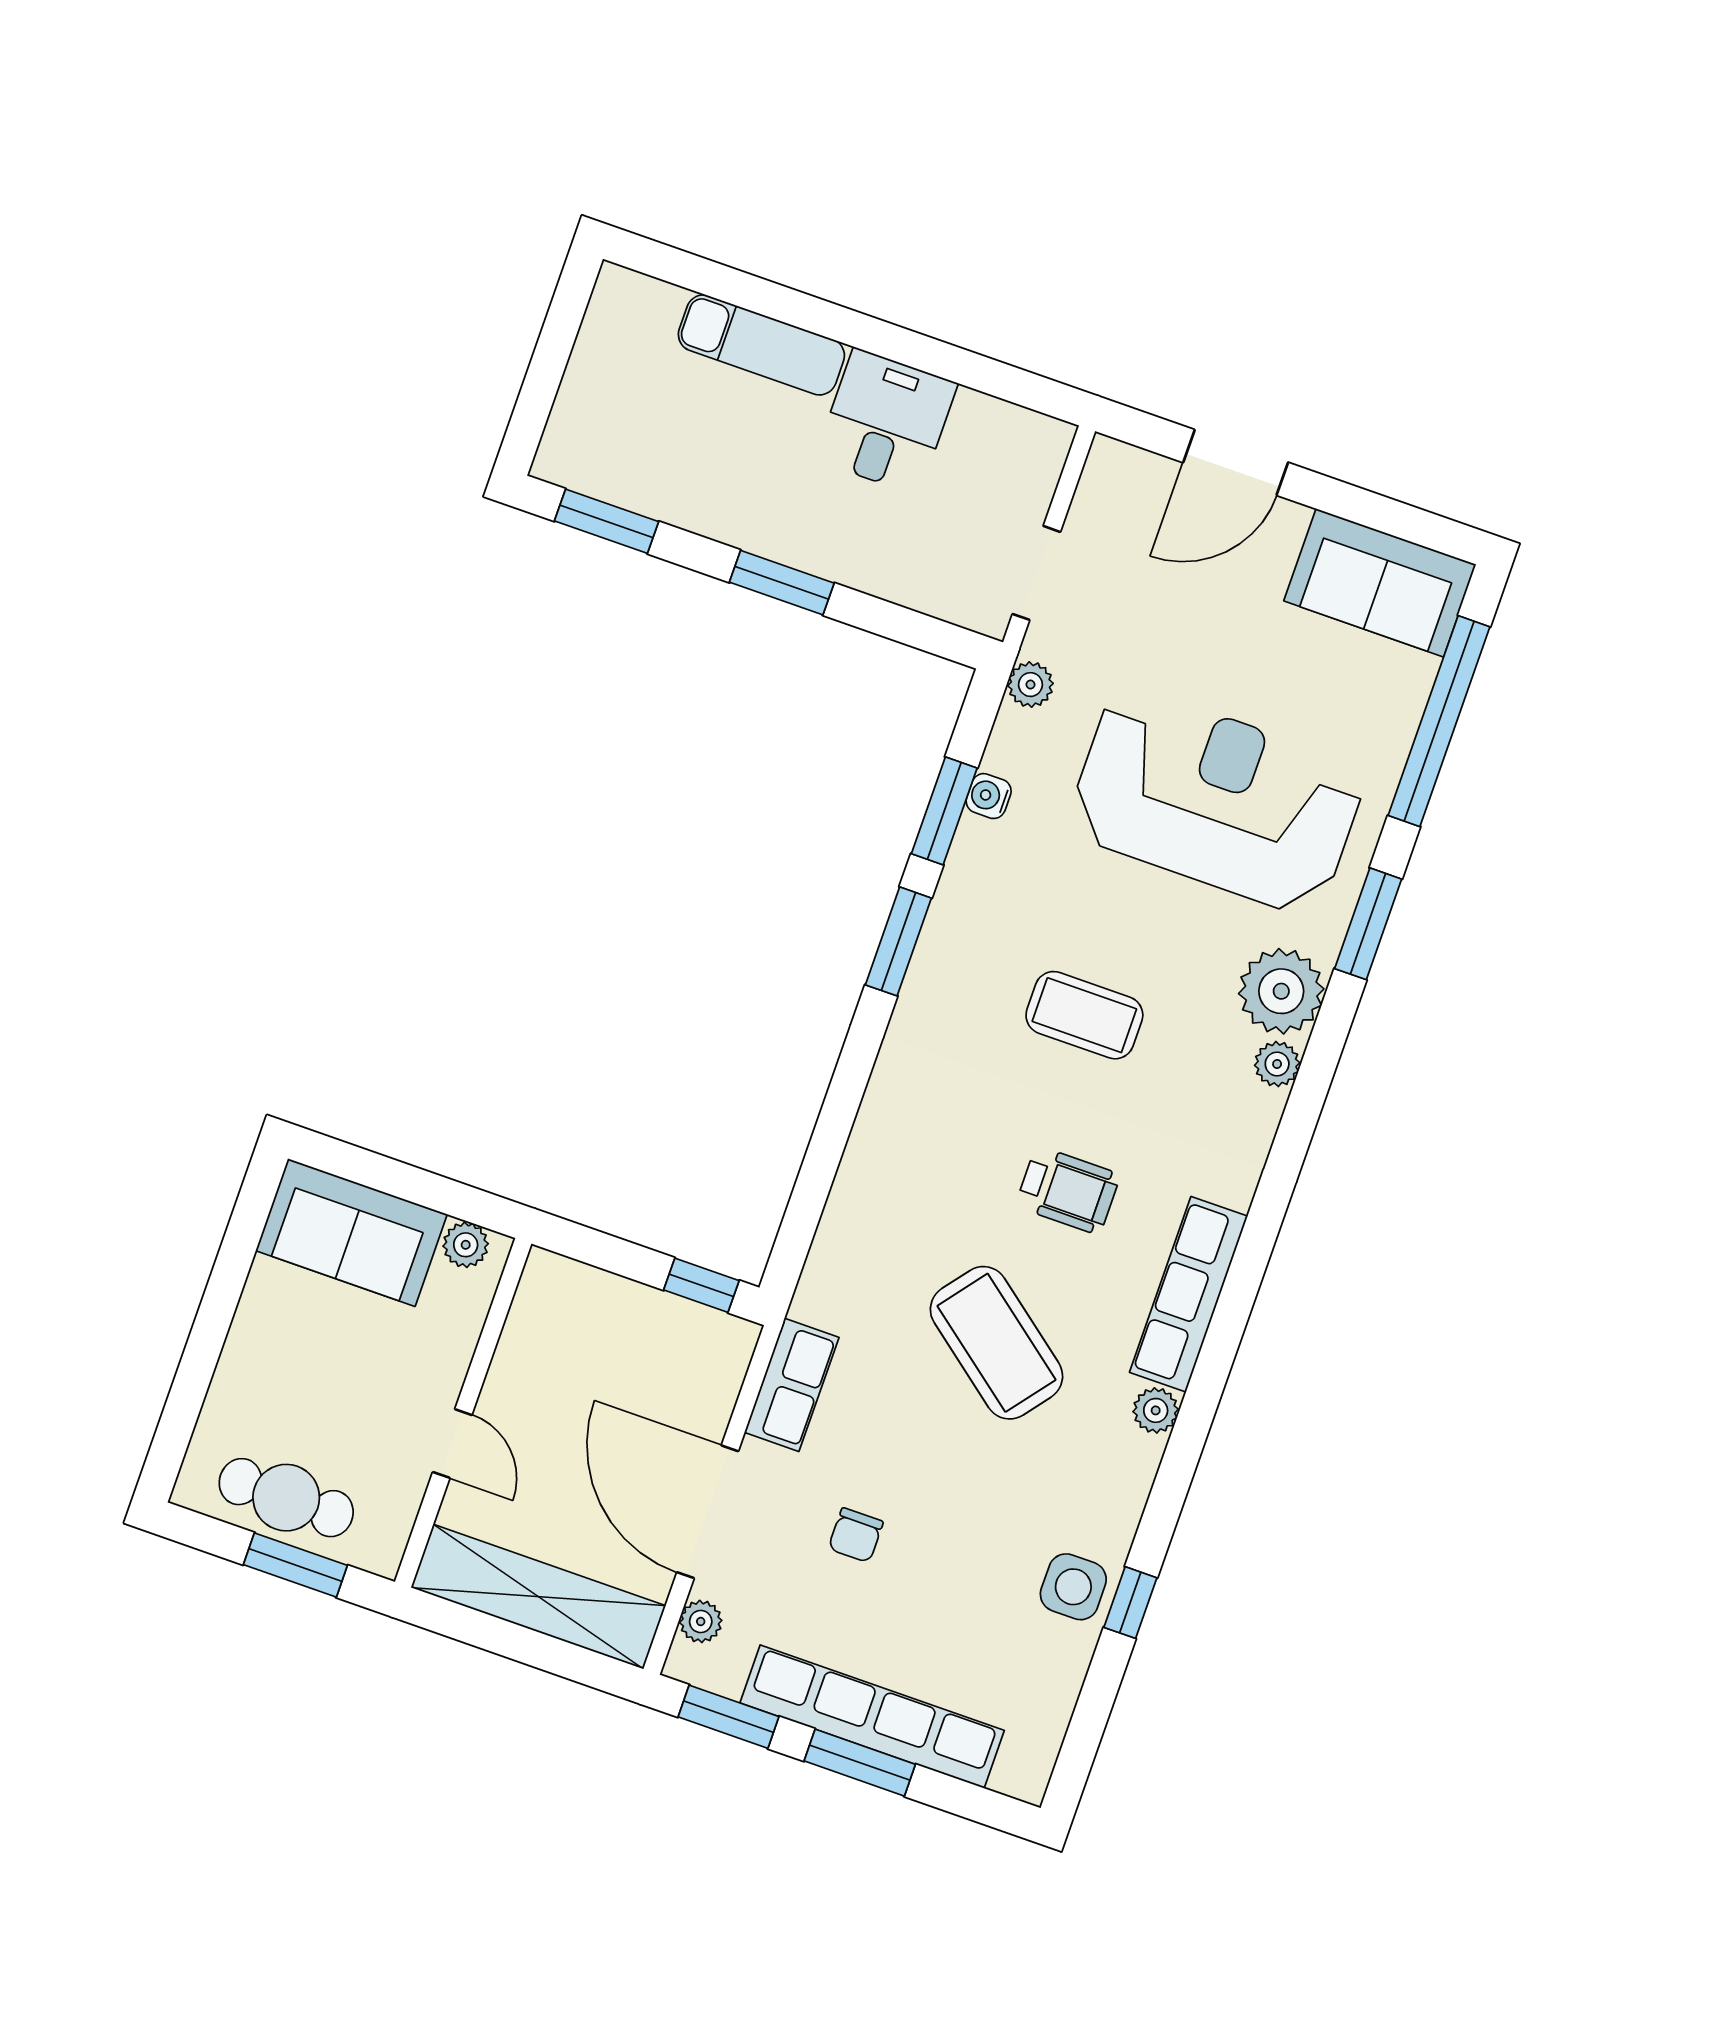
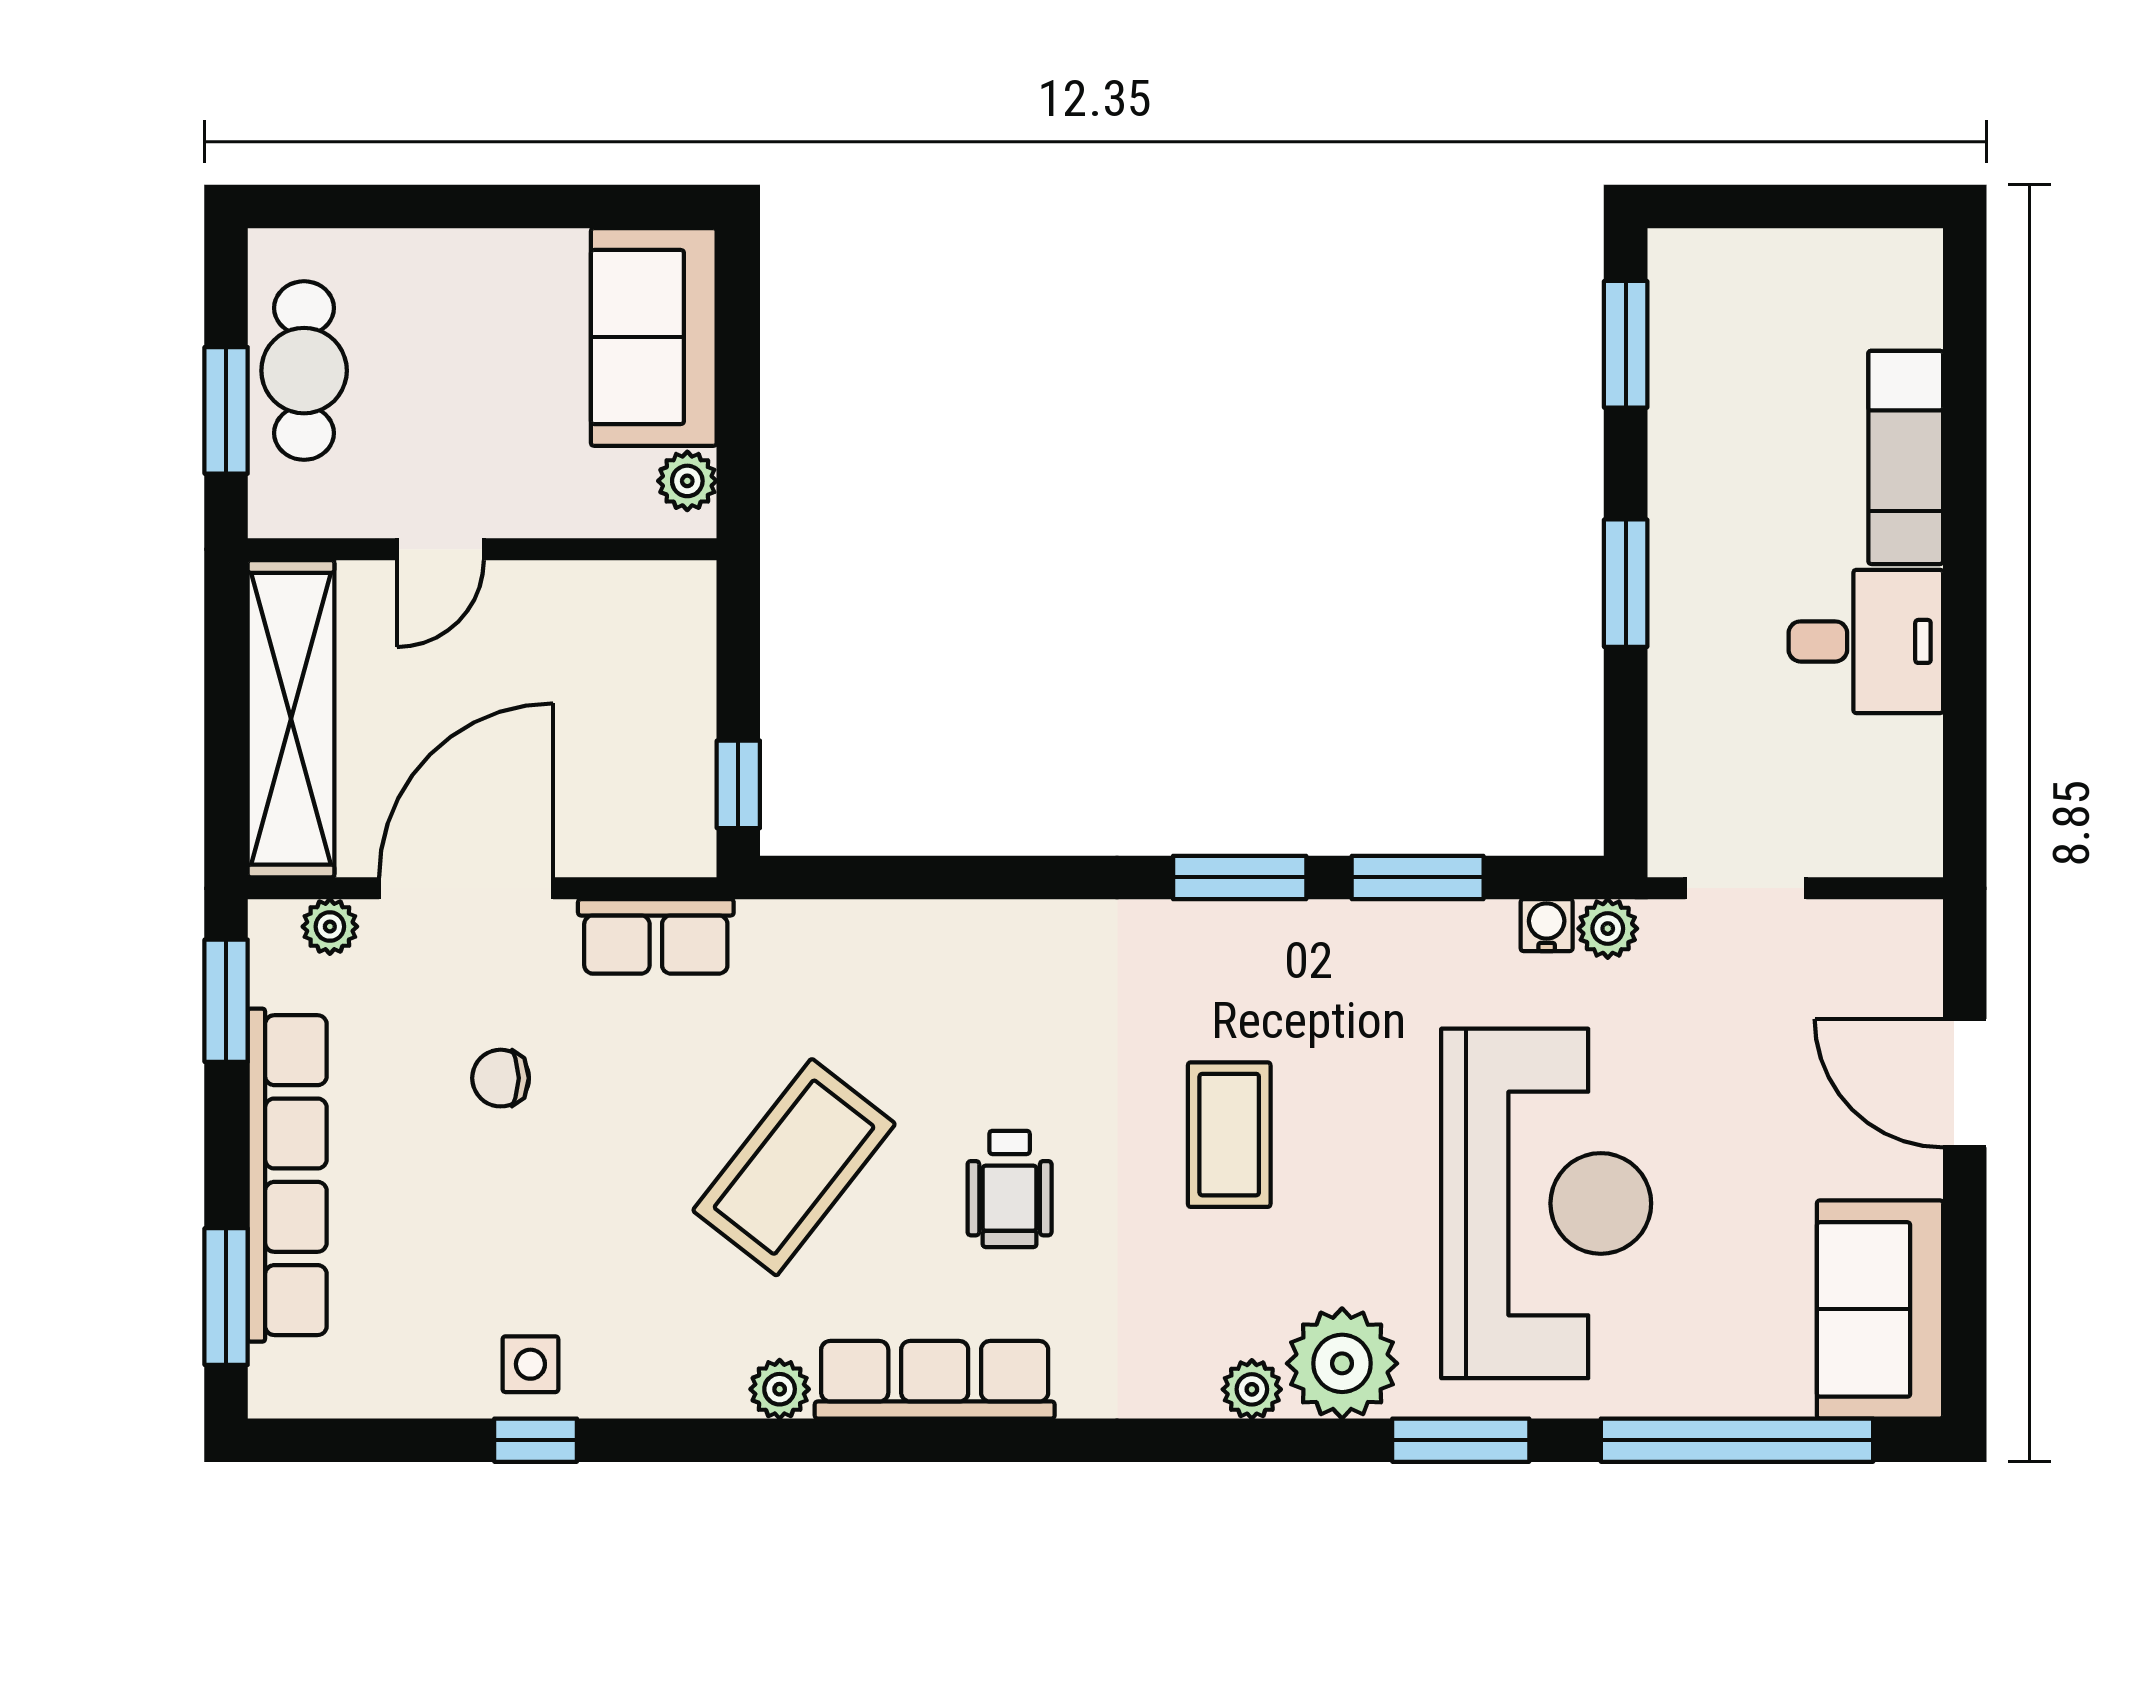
water cooler: (989, 796) -> (1547, 925), moved
side table: (1073, 1587) -> (530, 1364), width x0.73, depth x0.73
window: (860, 1763) -> (226, 1297), moved

